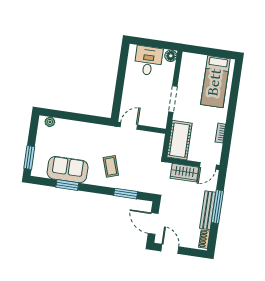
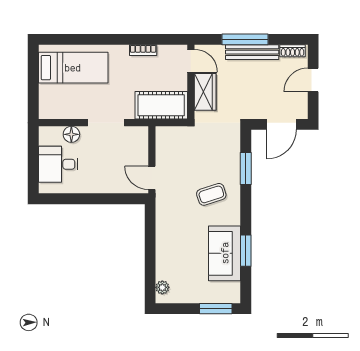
floor lamp: (171, 56) -> (71, 134), moved
door: (170, 249) -> (313, 80), moved

